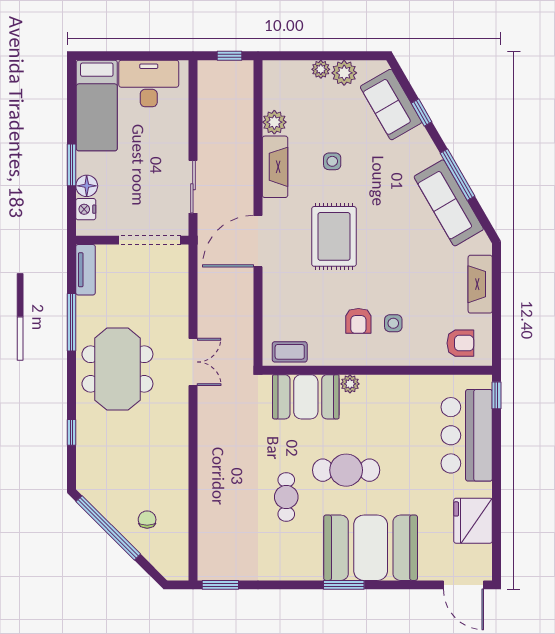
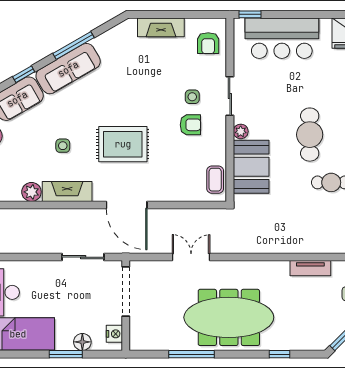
sofa: (449, 203) -> (68, 69), moved
nightstand: (86, 209) -> (114, 334), moved, turned -90
tv unit: (86, 270) -> (310, 268), moved, turned 180
armchair: (460, 343) -> (208, 43), turned 180
double door: (193, 362) -> (191, 257), moved
meeting table: (117, 369) -> (229, 317), width x1.36
sliding door: (394, 370) -> (230, 96), added

